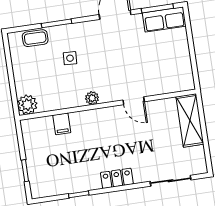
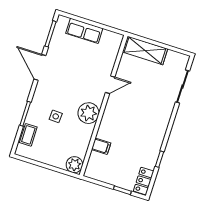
row of seats: (164, 19) -> (84, 31), moved, turned 90
plant: (92, 98) -> (88, 113), width x1.88, depth x1.88
locker: (117, 178) -> (144, 181), moved

